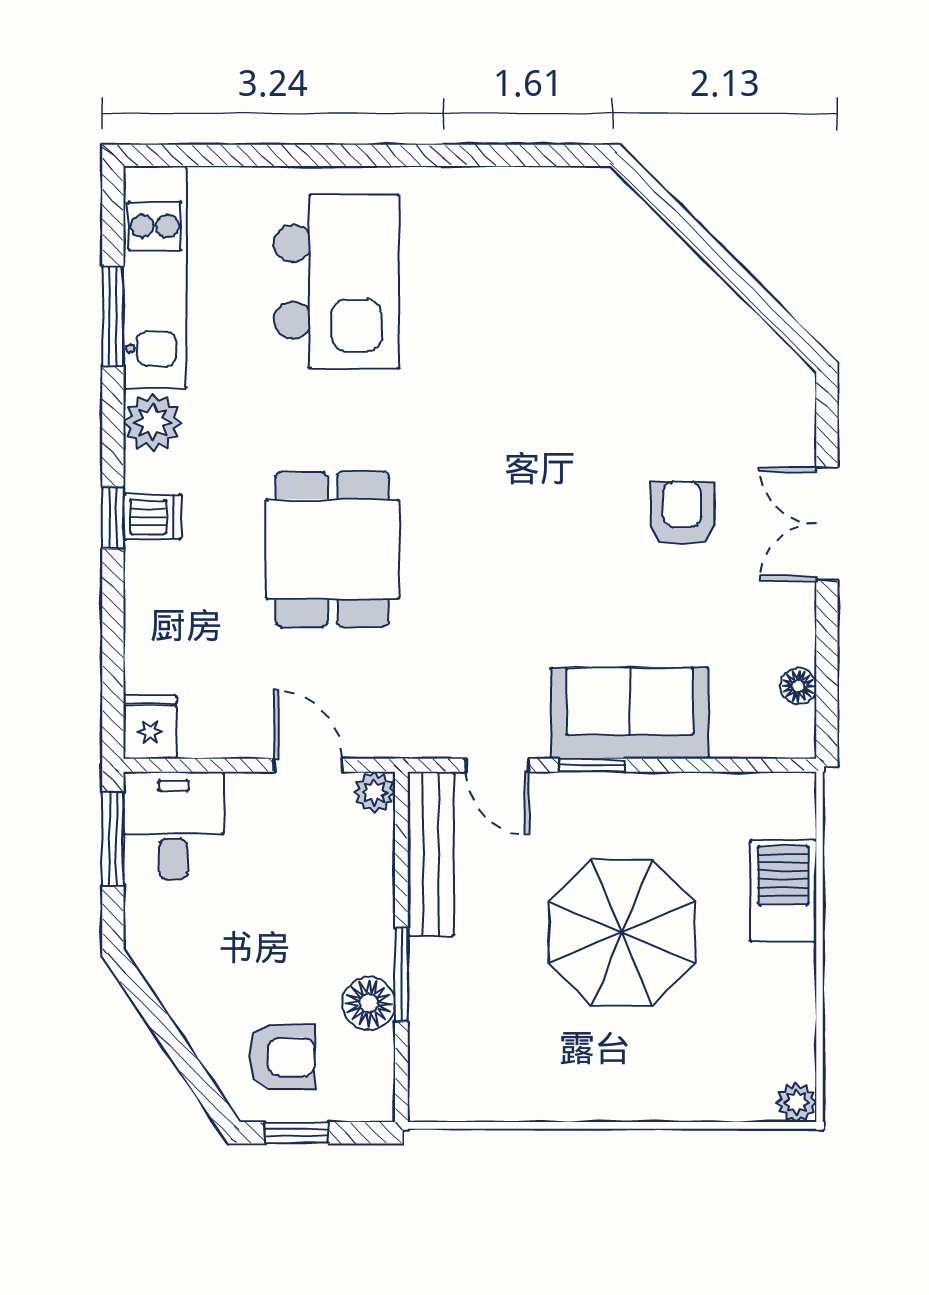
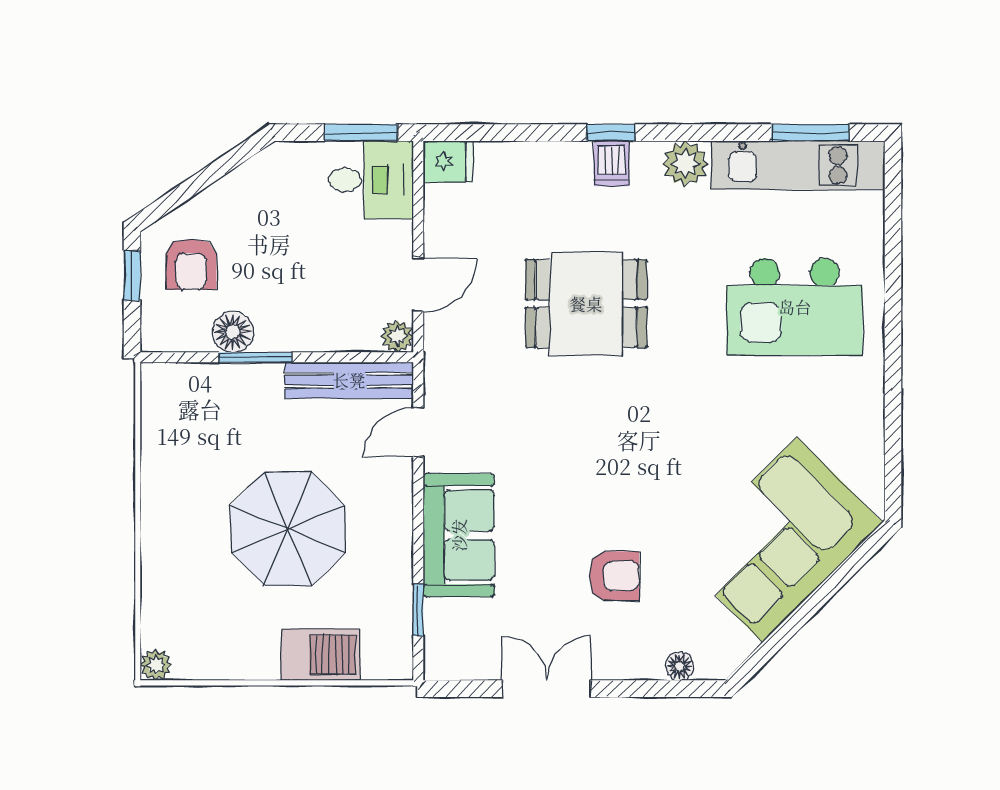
corner sofa: (636, 301) -> (780, 540), added
window: (113, 316) -> (810, 133), moved
double door: (827, 524) -> (547, 689), moved
floor lamp: (798, 686) -> (680, 666), moved
window: (592, 765) -> (418, 610), moved

